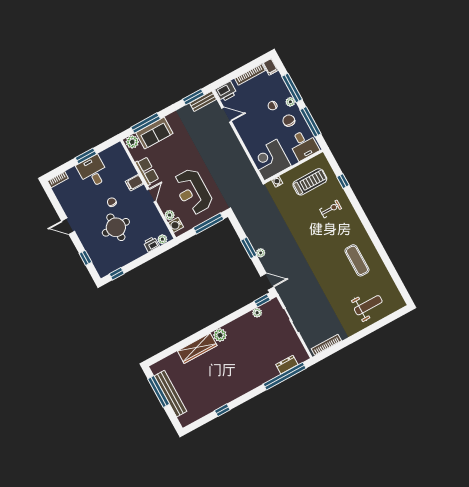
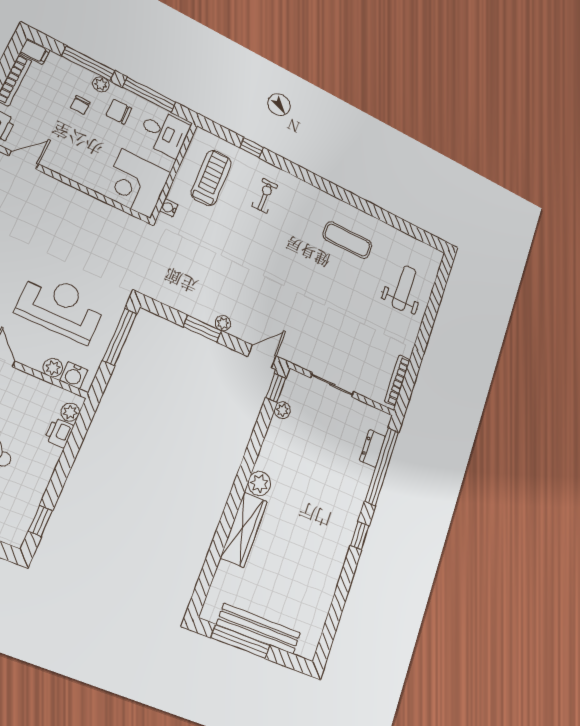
reception desk: (193, 192) -> (61, 307), turned 180
window: (222, 410) -> (360, 536), moved

